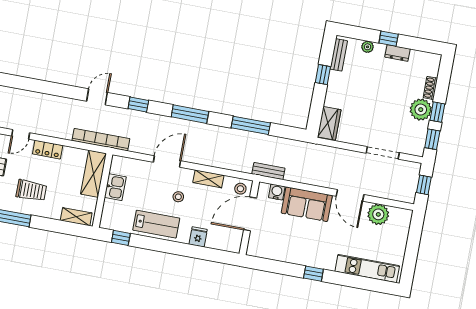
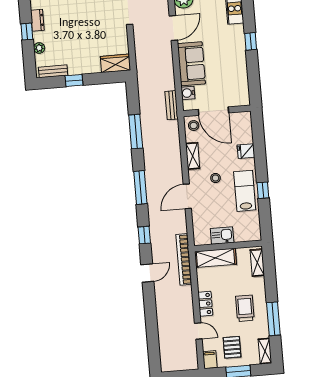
door: (97, 97) -> (147, 273), swing flipped
door: (167, 161) -> (187, 196), hinge flipped
window: (121, 238) -> (263, 190), moved

